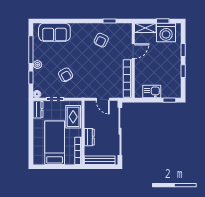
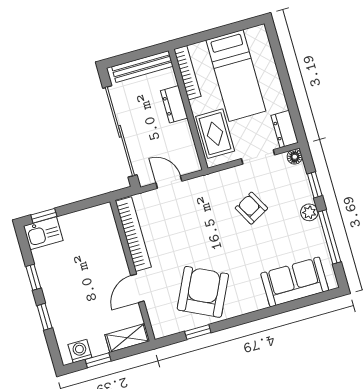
washing machine: (166, 33) -> (80, 351), width x0.53, depth x0.53
armchair: (101, 40) -> (203, 292), width x1.88, depth x1.88
kitchen sink: (152, 92) -> (43, 233), moved

